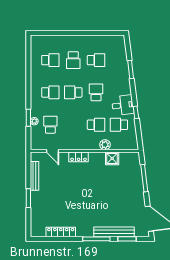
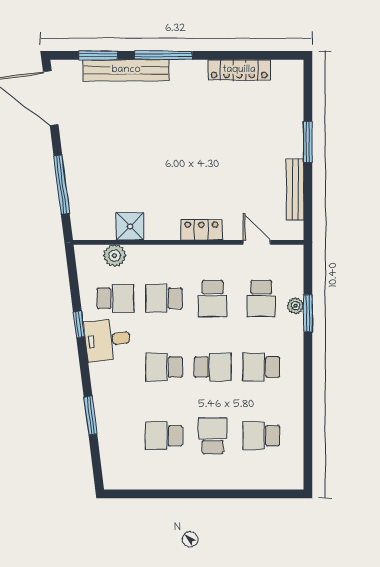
school desk: (96, 92) -> (164, 367), turned 90
school desk: (73, 125) -> (213, 298), added
plant: (105, 145) -> (114, 256), moved

